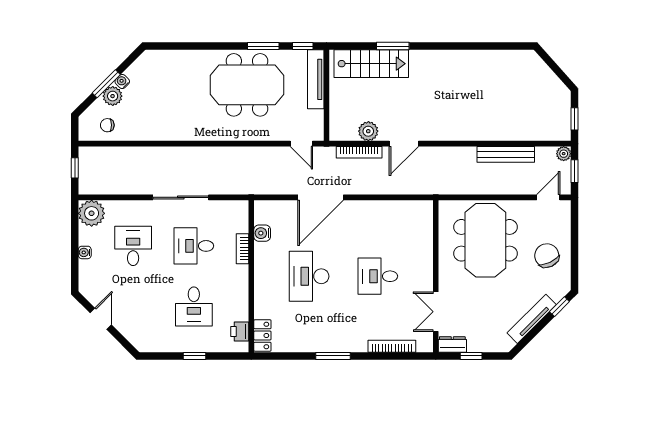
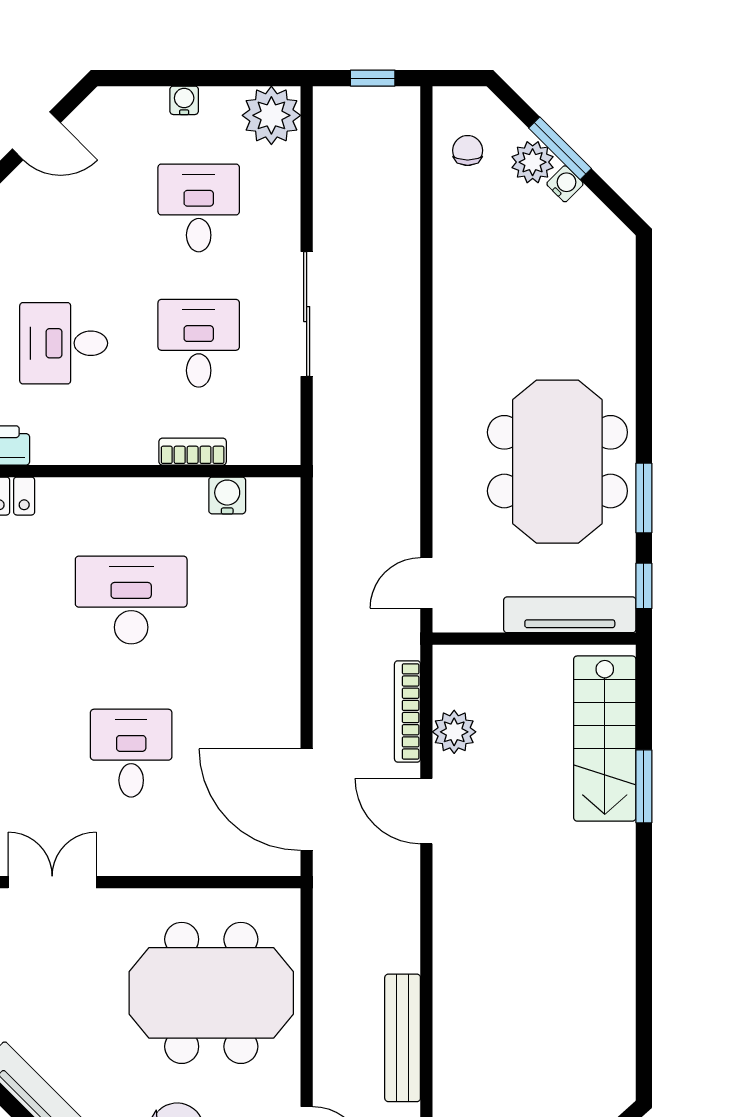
door: (321, 197) -> (307, 800), moved
desk: (133, 246) -> (199, 208), turned -90

